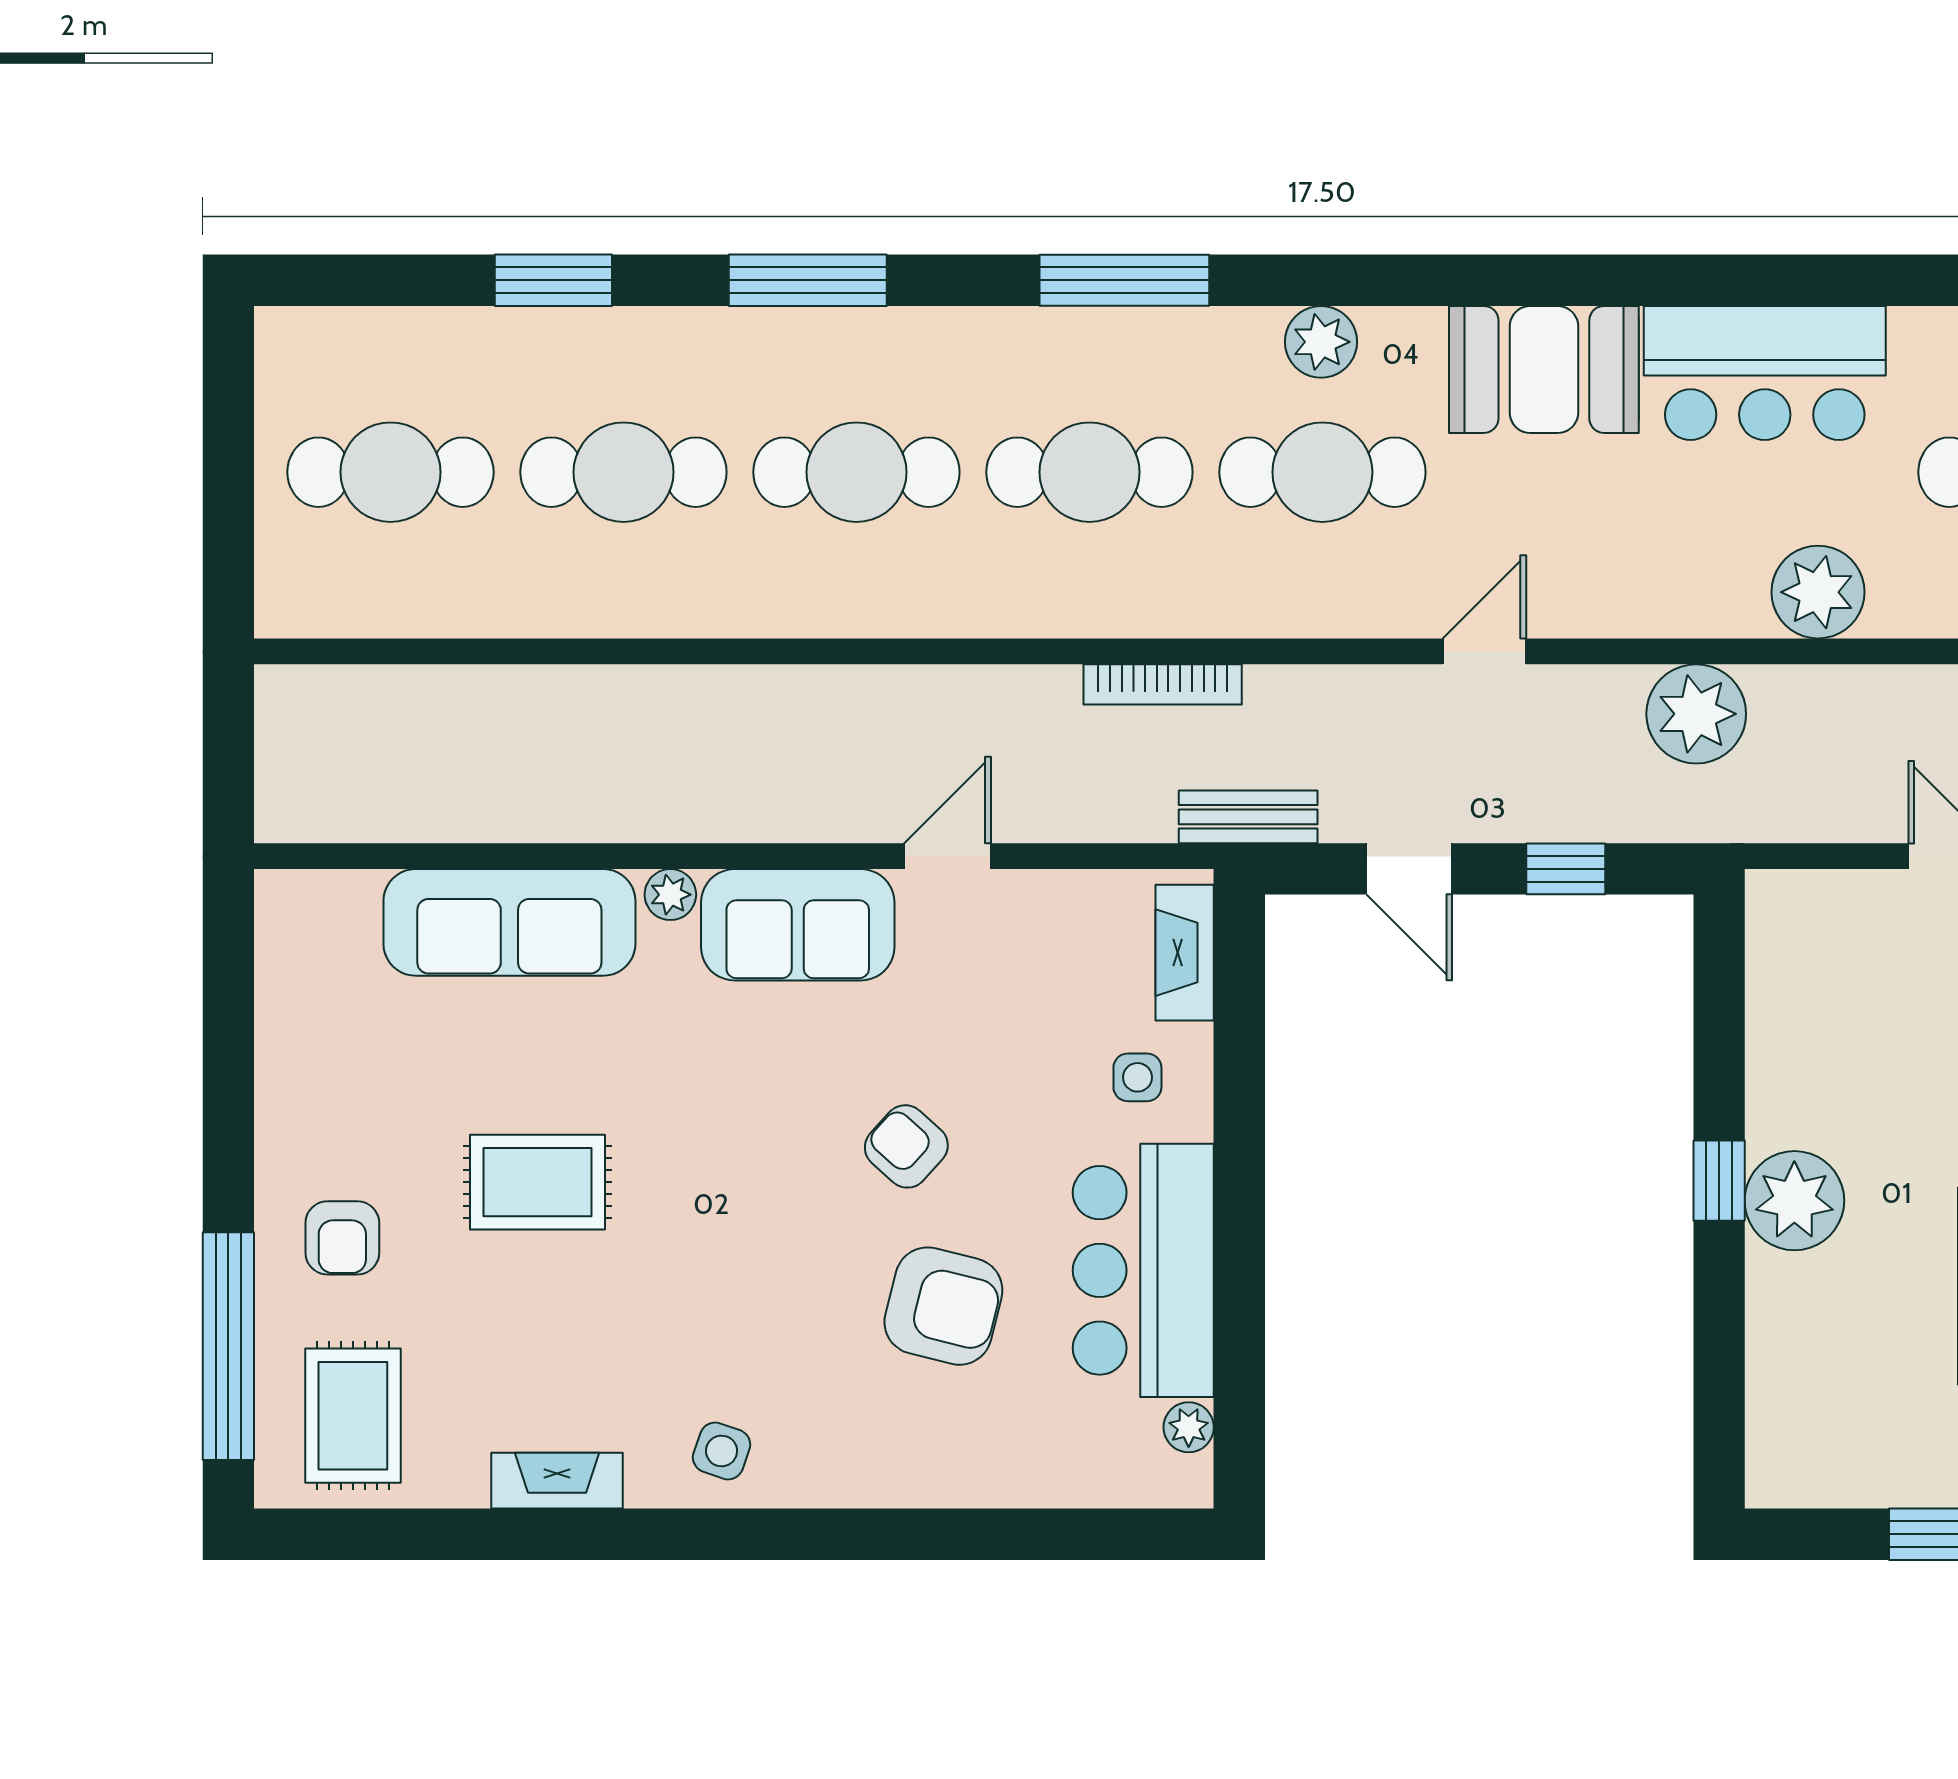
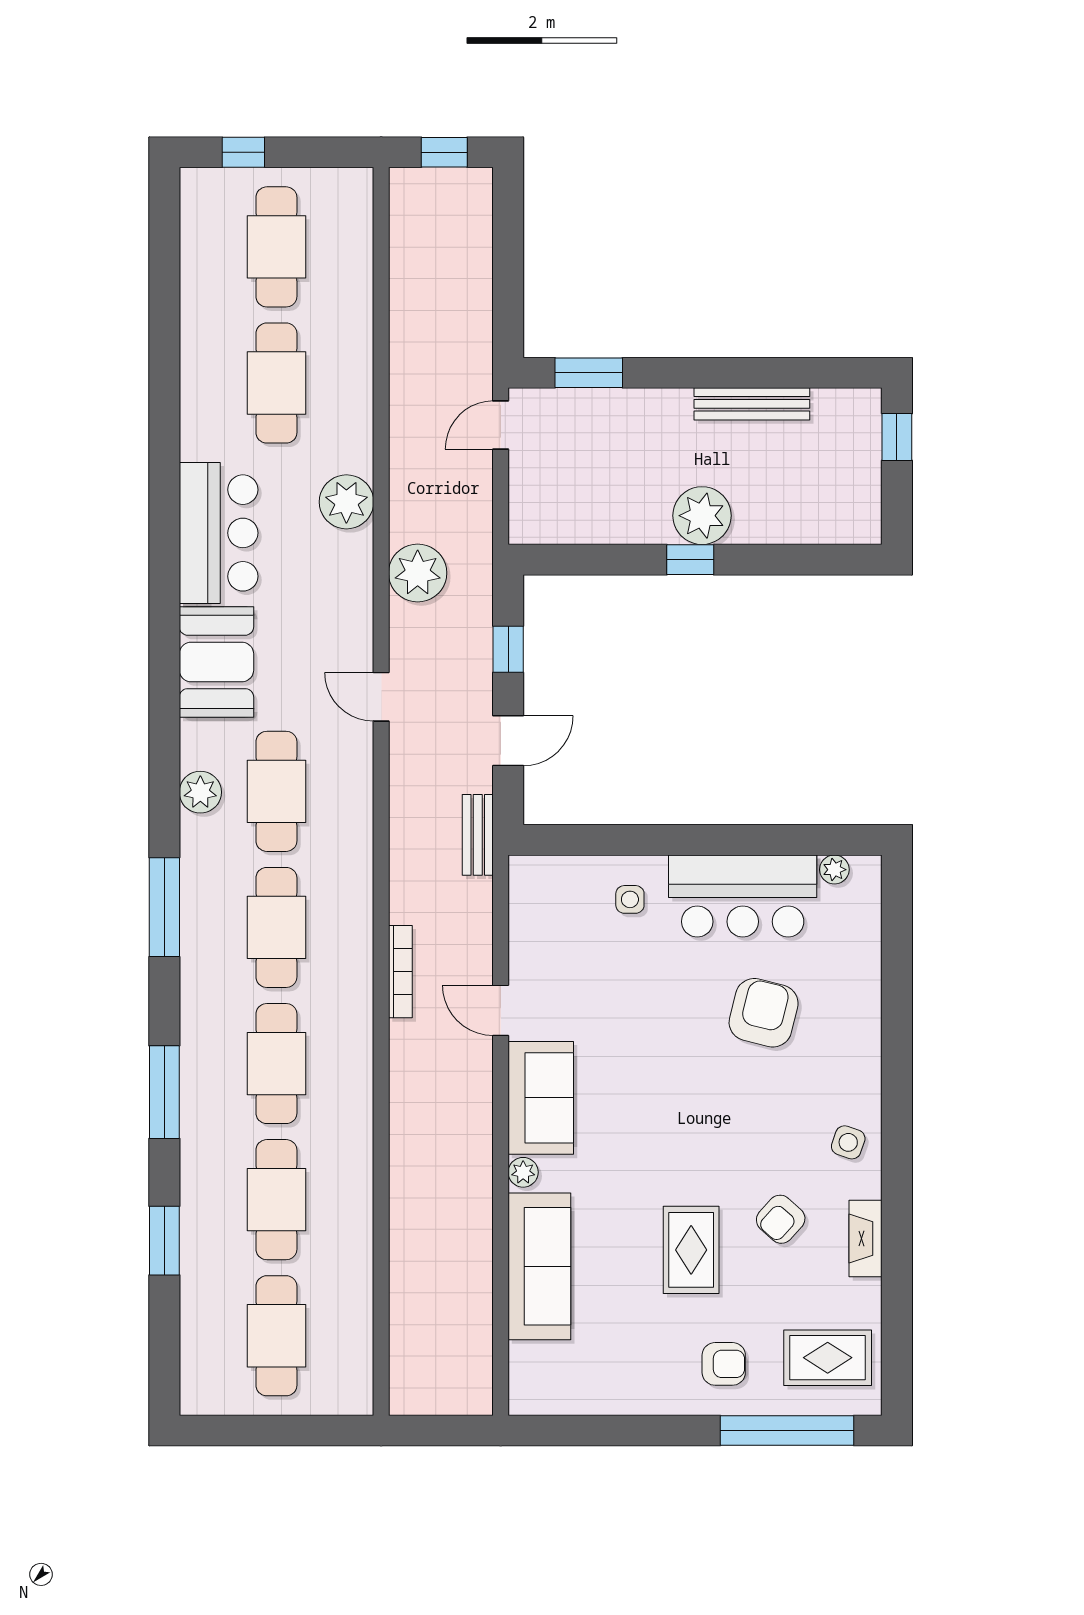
bookcase: (1163, 684) -> (400, 972), moved
fireplace: (1185, 953) -> (557, 872), removed
armchair: (906, 1146) -> (781, 1219), moved

